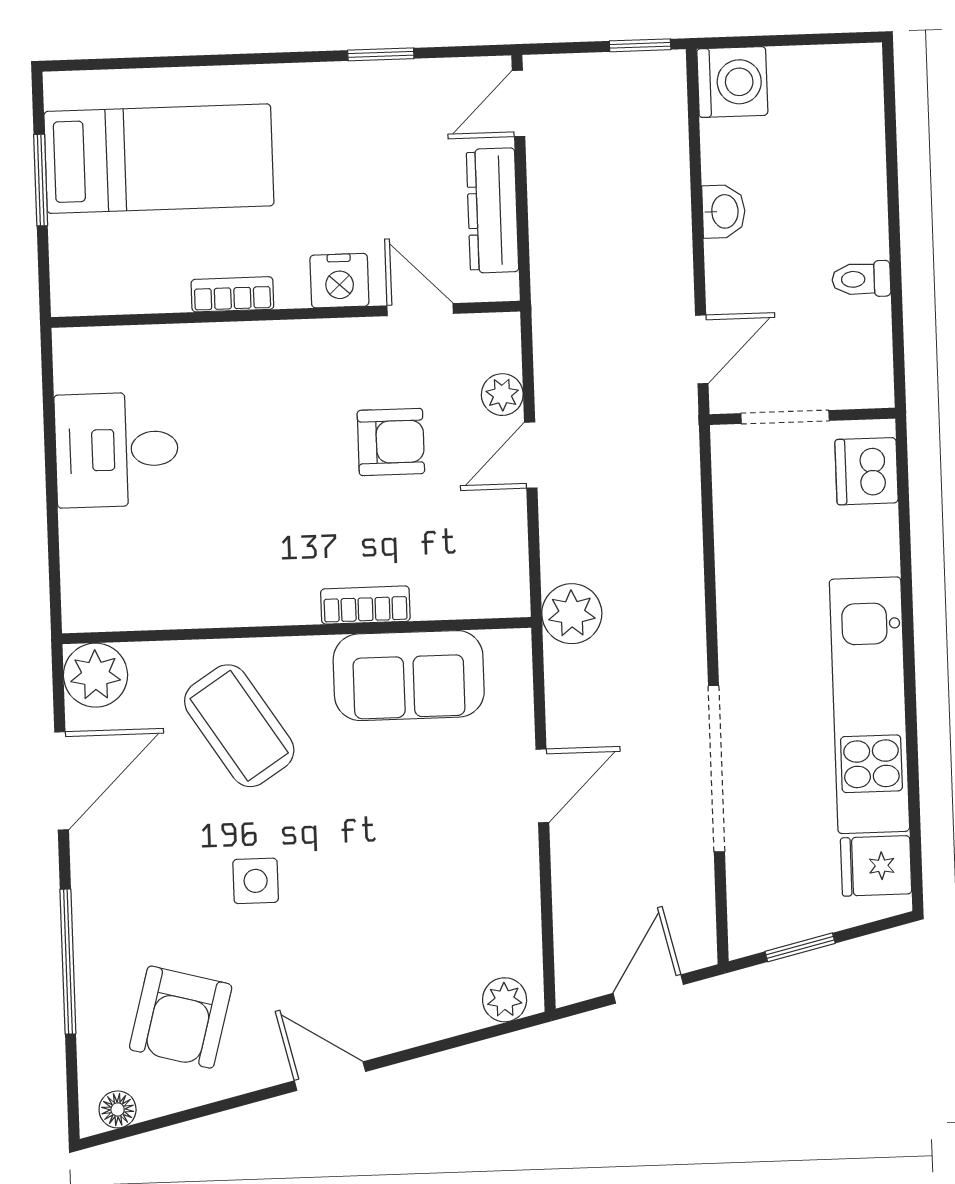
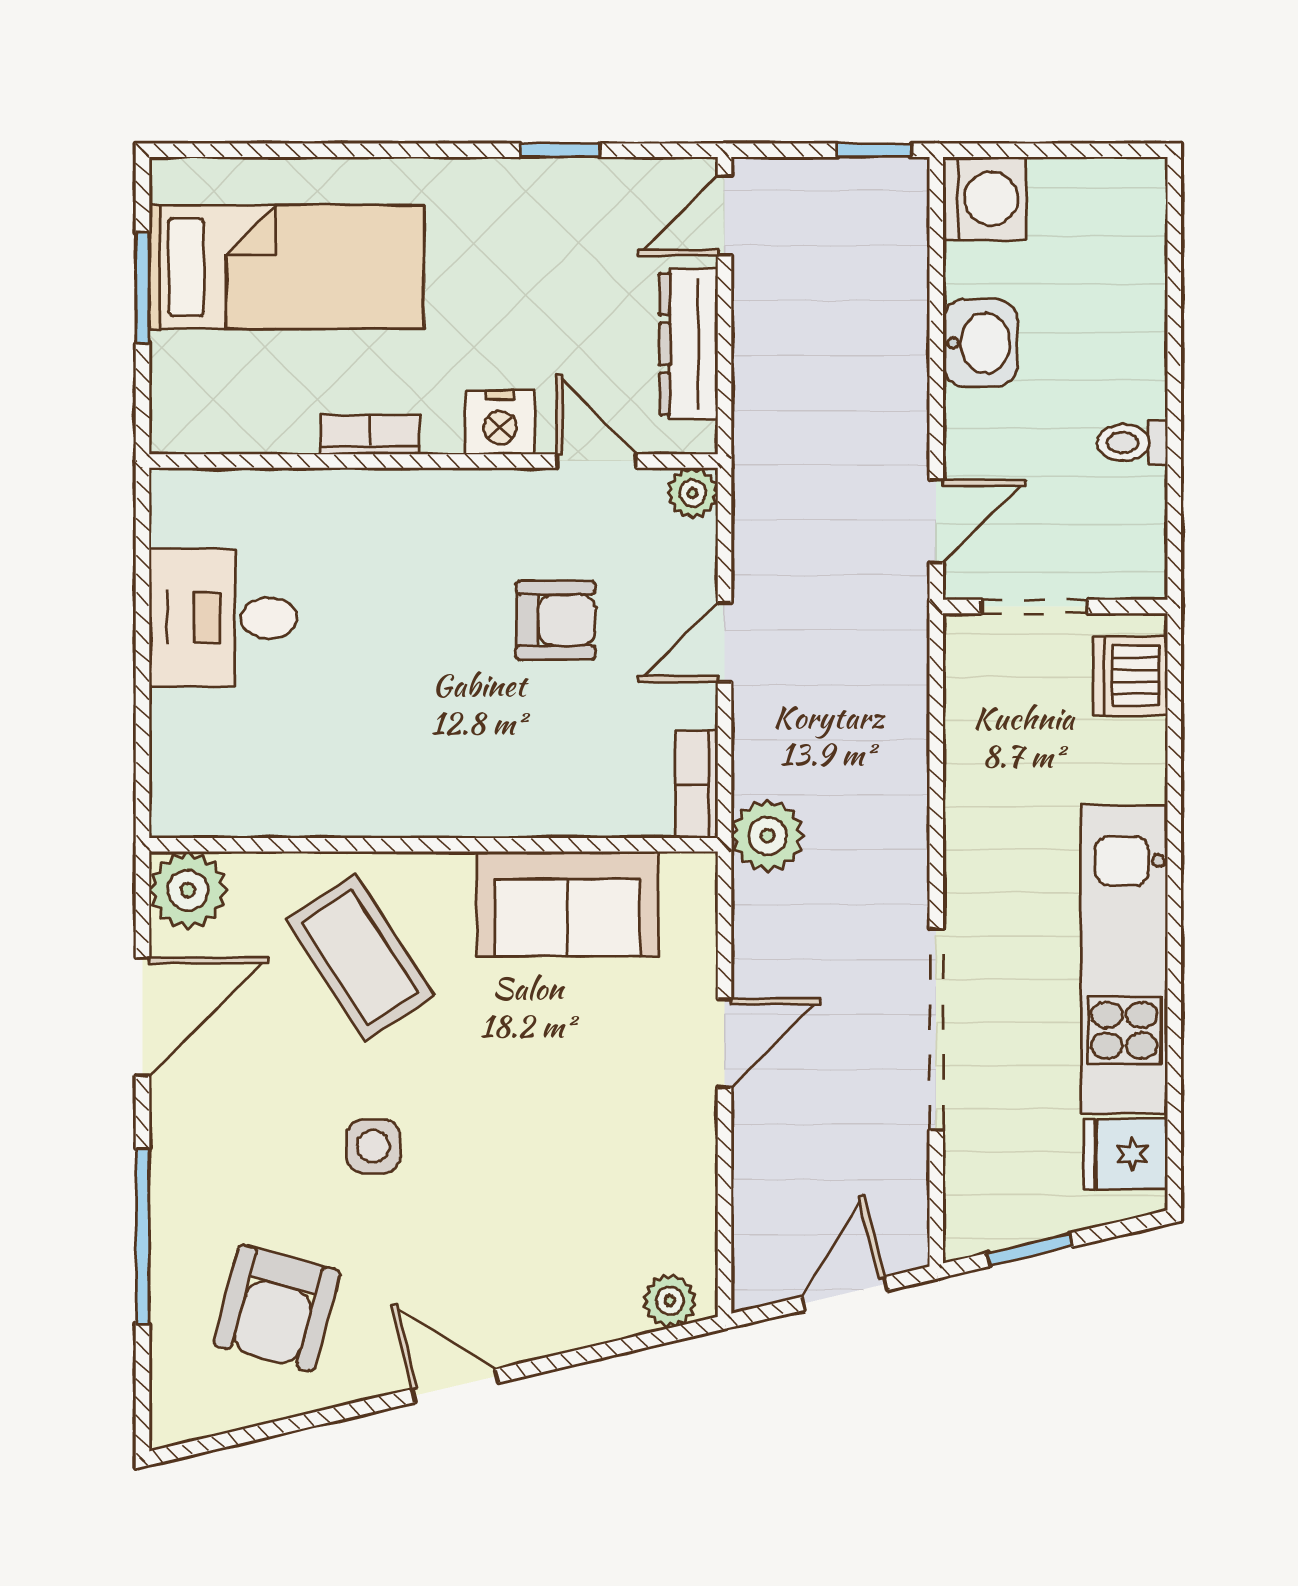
washbasin: (724, 211) -> (980, 343), width x1.38, depth x1.45
plant: (502, 395) -> (693, 493), moved
bookcase: (365, 605) -> (697, 784), moved, turned -90
floor lamp: (118, 1109) -> (196, 1417), removed

